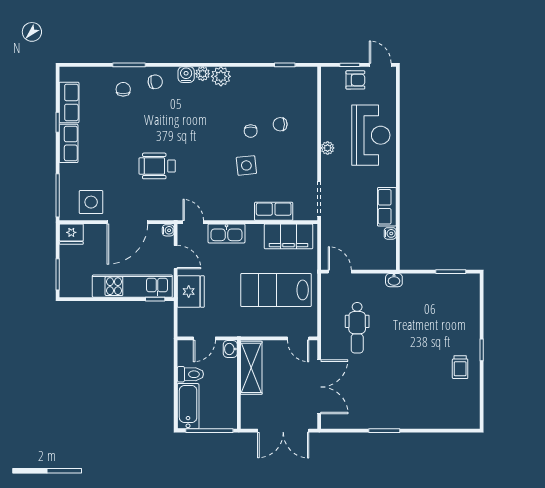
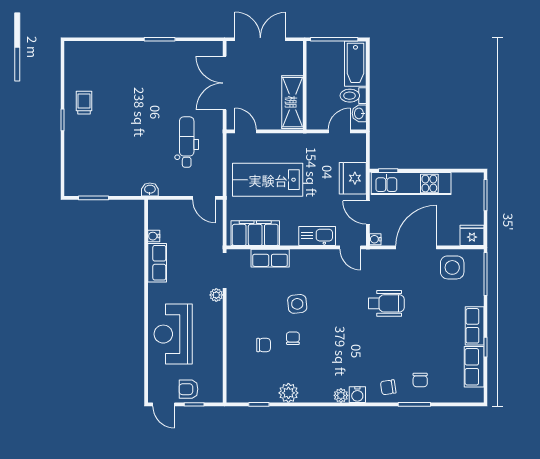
plant: (221, 76) -> (288, 393), moved
plant: (328, 148) -> (216, 295), moved
lab bench: (276, 290) -> (268, 180), turned 180
washbasin: (230, 349) -> (359, 113), moved, turned 180

